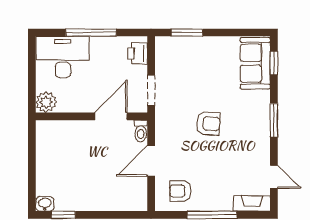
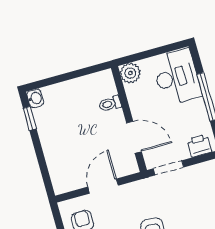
toilet: (141, 131) -> (110, 104), moved
door: (151, 161) -> (103, 186), hinge flipped

